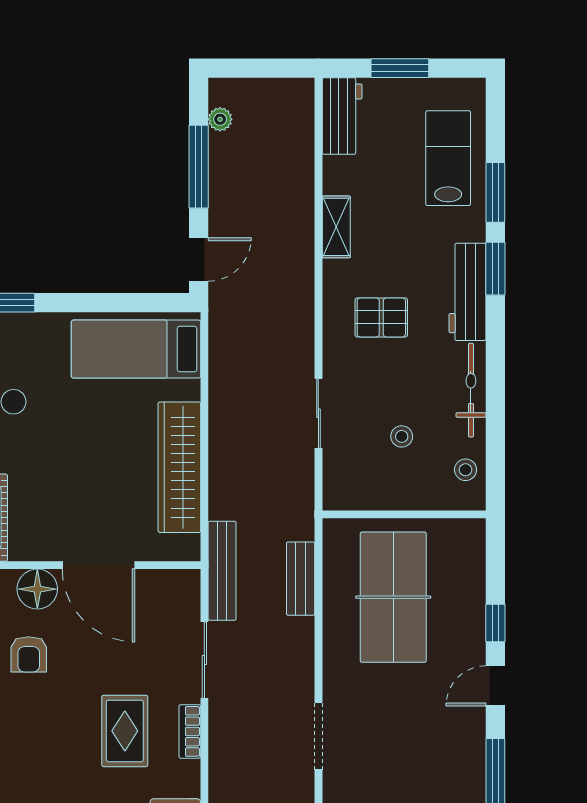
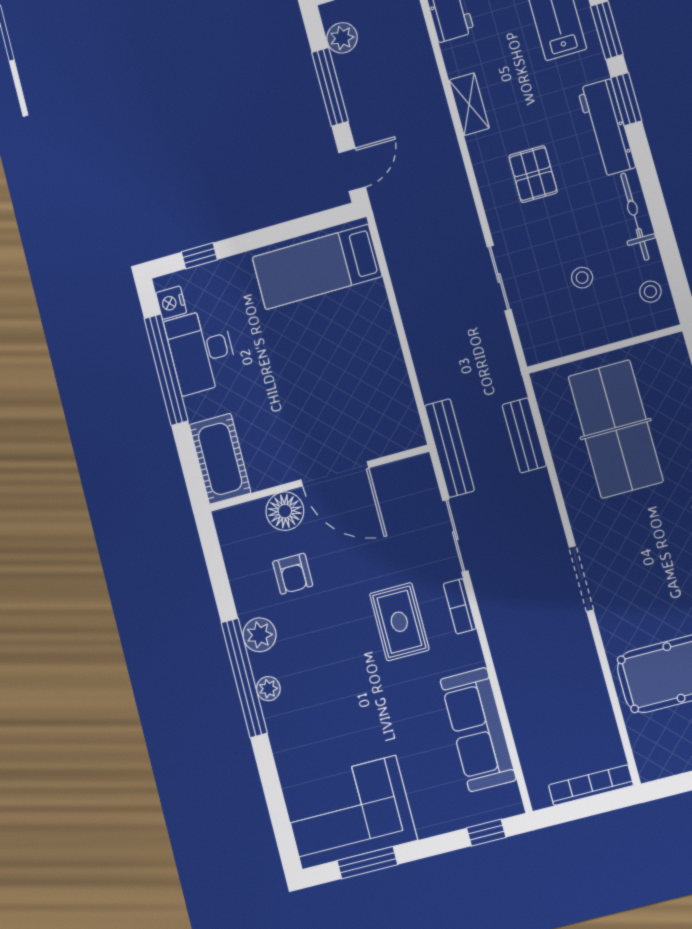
plant: (220, 119) -> (342, 38), width x1.38, depth x1.38
pallet: (381, 317) -> (533, 174), turned 90
wardrobe: (179, 467) -> (385, 363), removed

